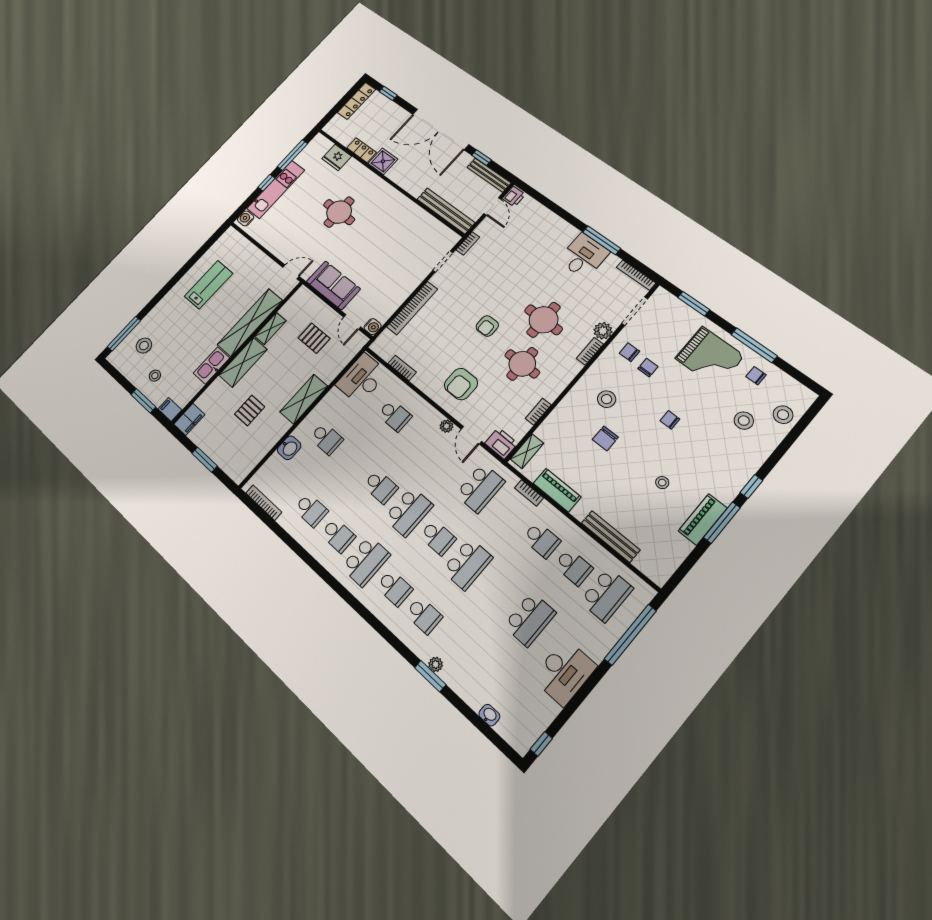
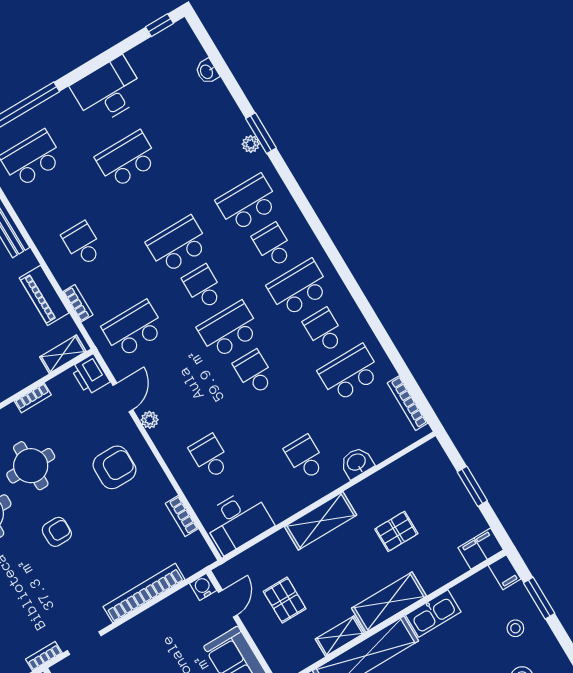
school desk: (311, 510) -> (350, 373), width x1.85
school desk: (573, 567) -> (57, 201), removed
school desk: (424, 615) -> (248, 203), width x1.85

